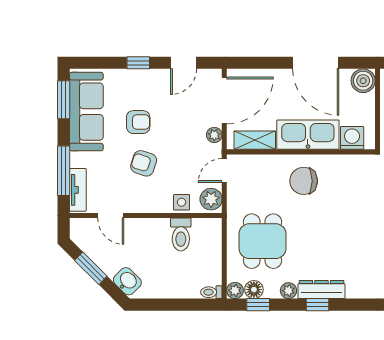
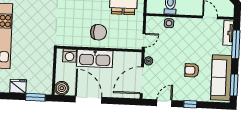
shelving: (255, 140) -> (125, 57), removed
armchair: (144, 163) -> (190, 47), removed
plant: (211, 199) -> (152, 24), removed

